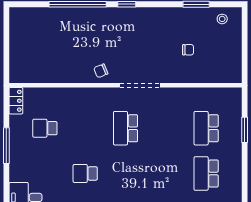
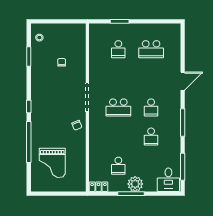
grand piano: (49, 37) -> (52, 163), added
school desk: (206, 128) -> (118, 49), width x0.54
plant: (20, 151) -> (135, 184), added
school desk: (125, 173) -> (151, 107), added

